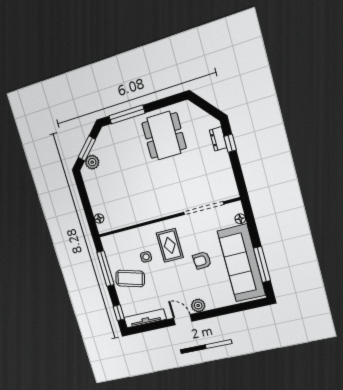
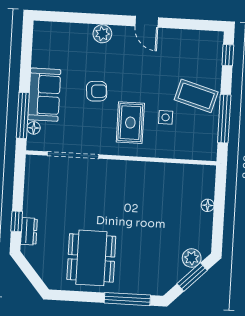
floor lamp: (99, 218) -> (208, 205), moved
sofa: (242, 263) -> (44, 95), width x0.54, depth x0.79
window: (262, 264) -> (23, 115), moved
plant: (198, 305) -> (102, 34), moved
tv unit: (145, 318) -> (195, 38), removed

